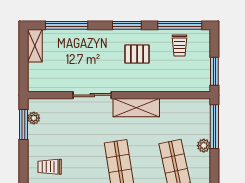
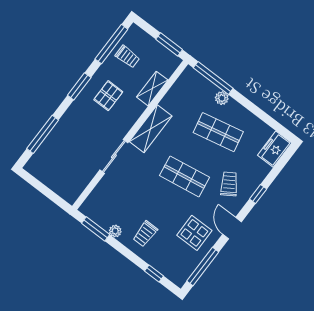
shelving: (35, 46) -> (152, 89), moved, turned 90
plant: (34, 118) -> (115, 231), moved

